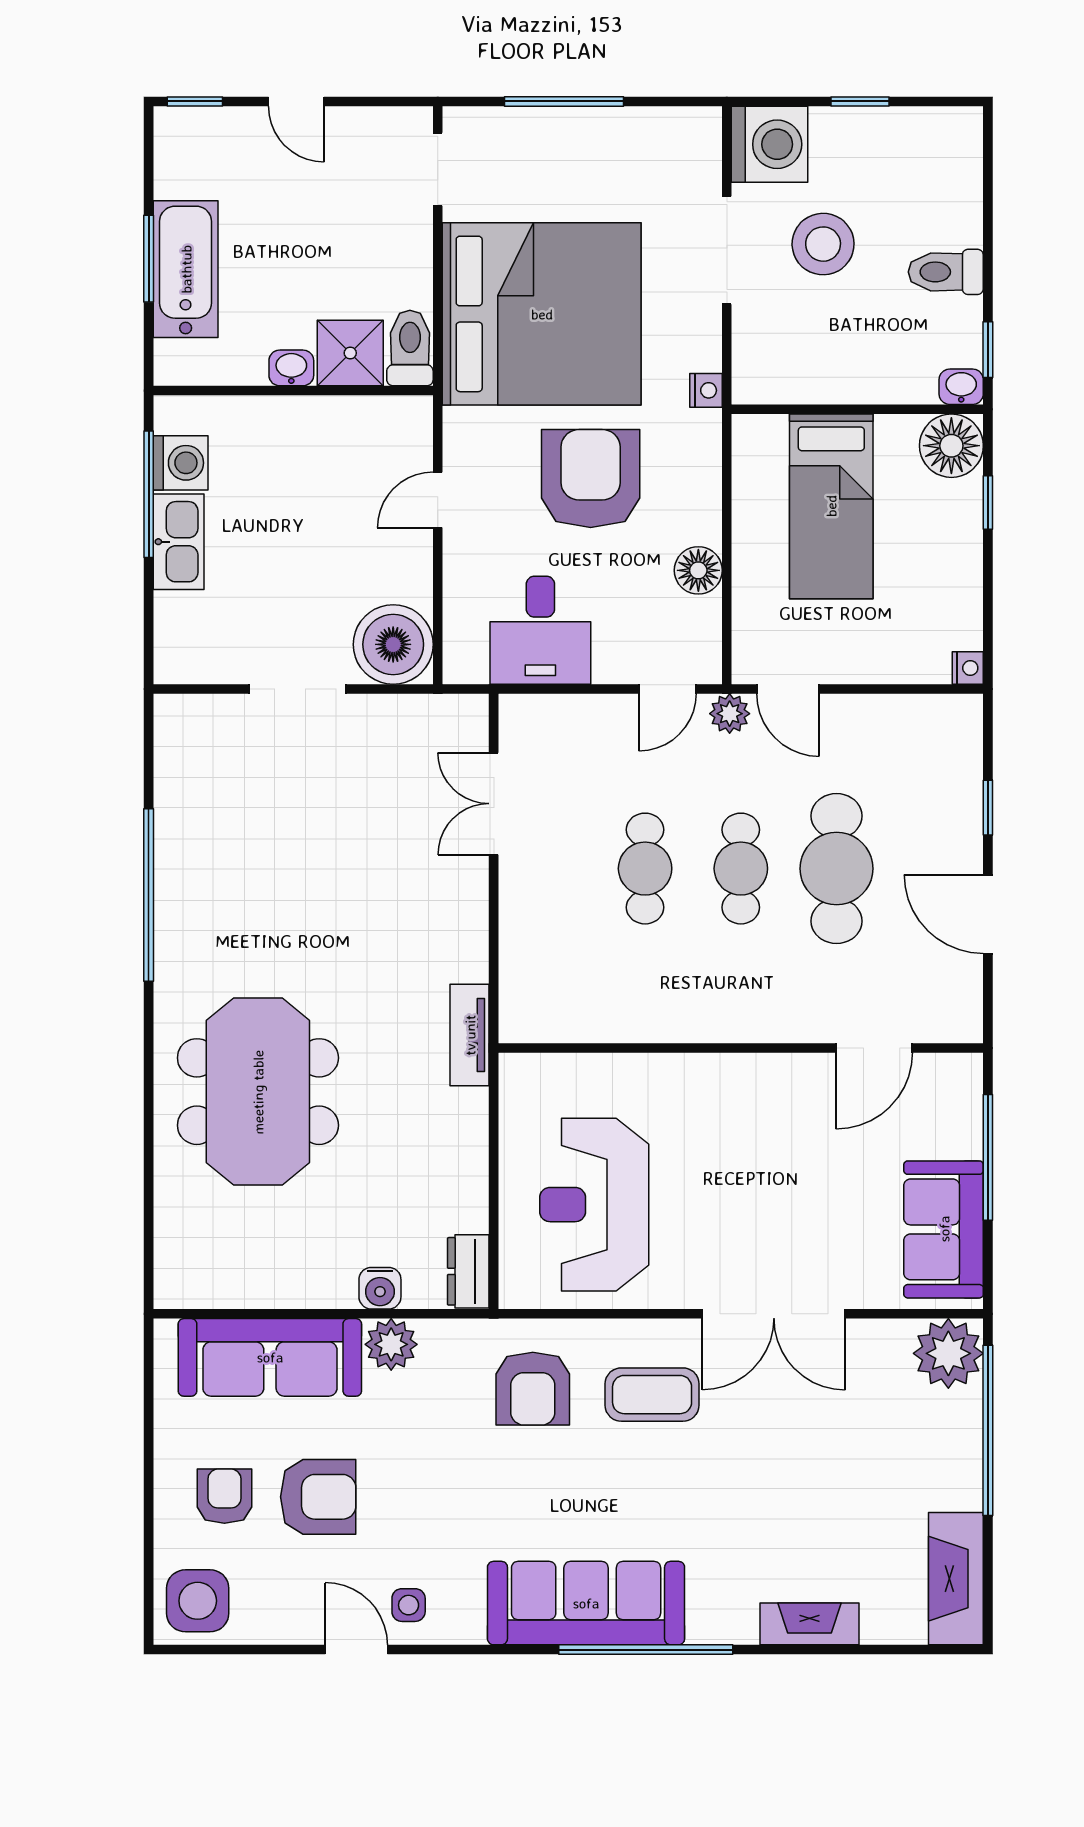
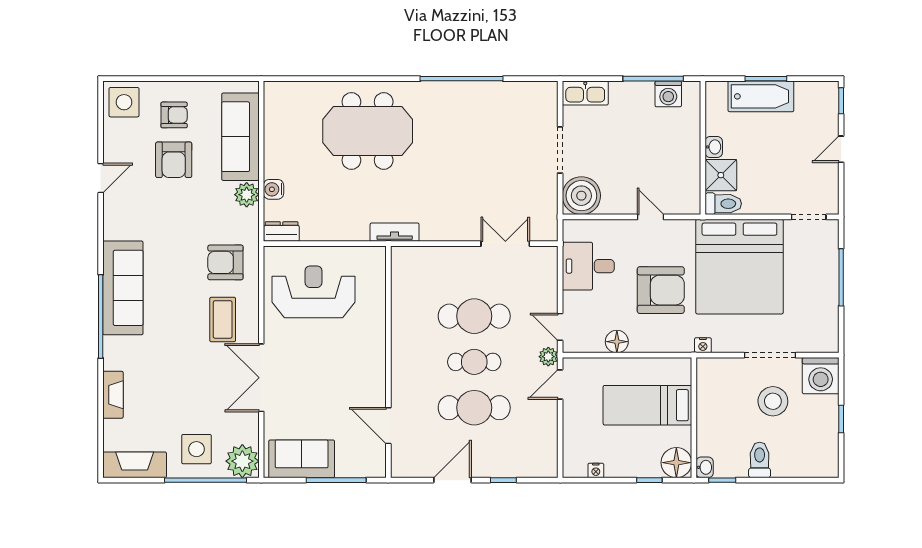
kitchen sink: (179, 542) -> (585, 93), moved
nightstand: (968, 668) -> (596, 470), moved
cafe table: (645, 869) -> (474, 316), width x1.37, depth x1.35
side table: (409, 1605) -> (196, 449), moved, width x1.87, depth x1.87

